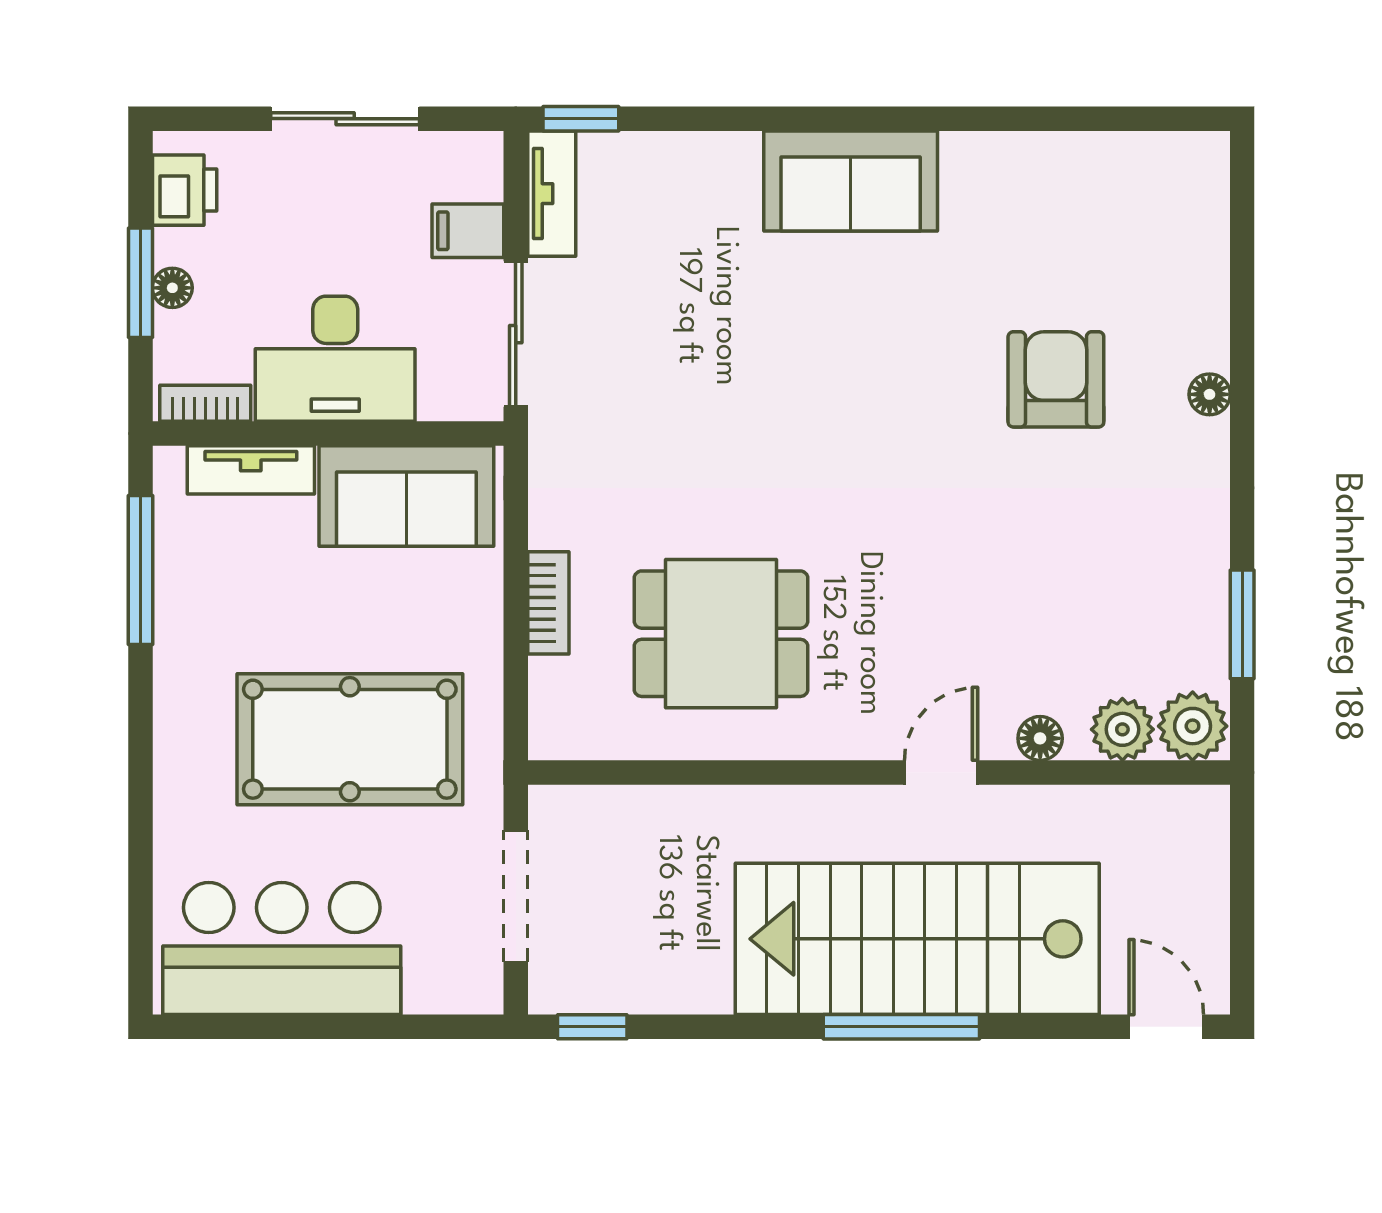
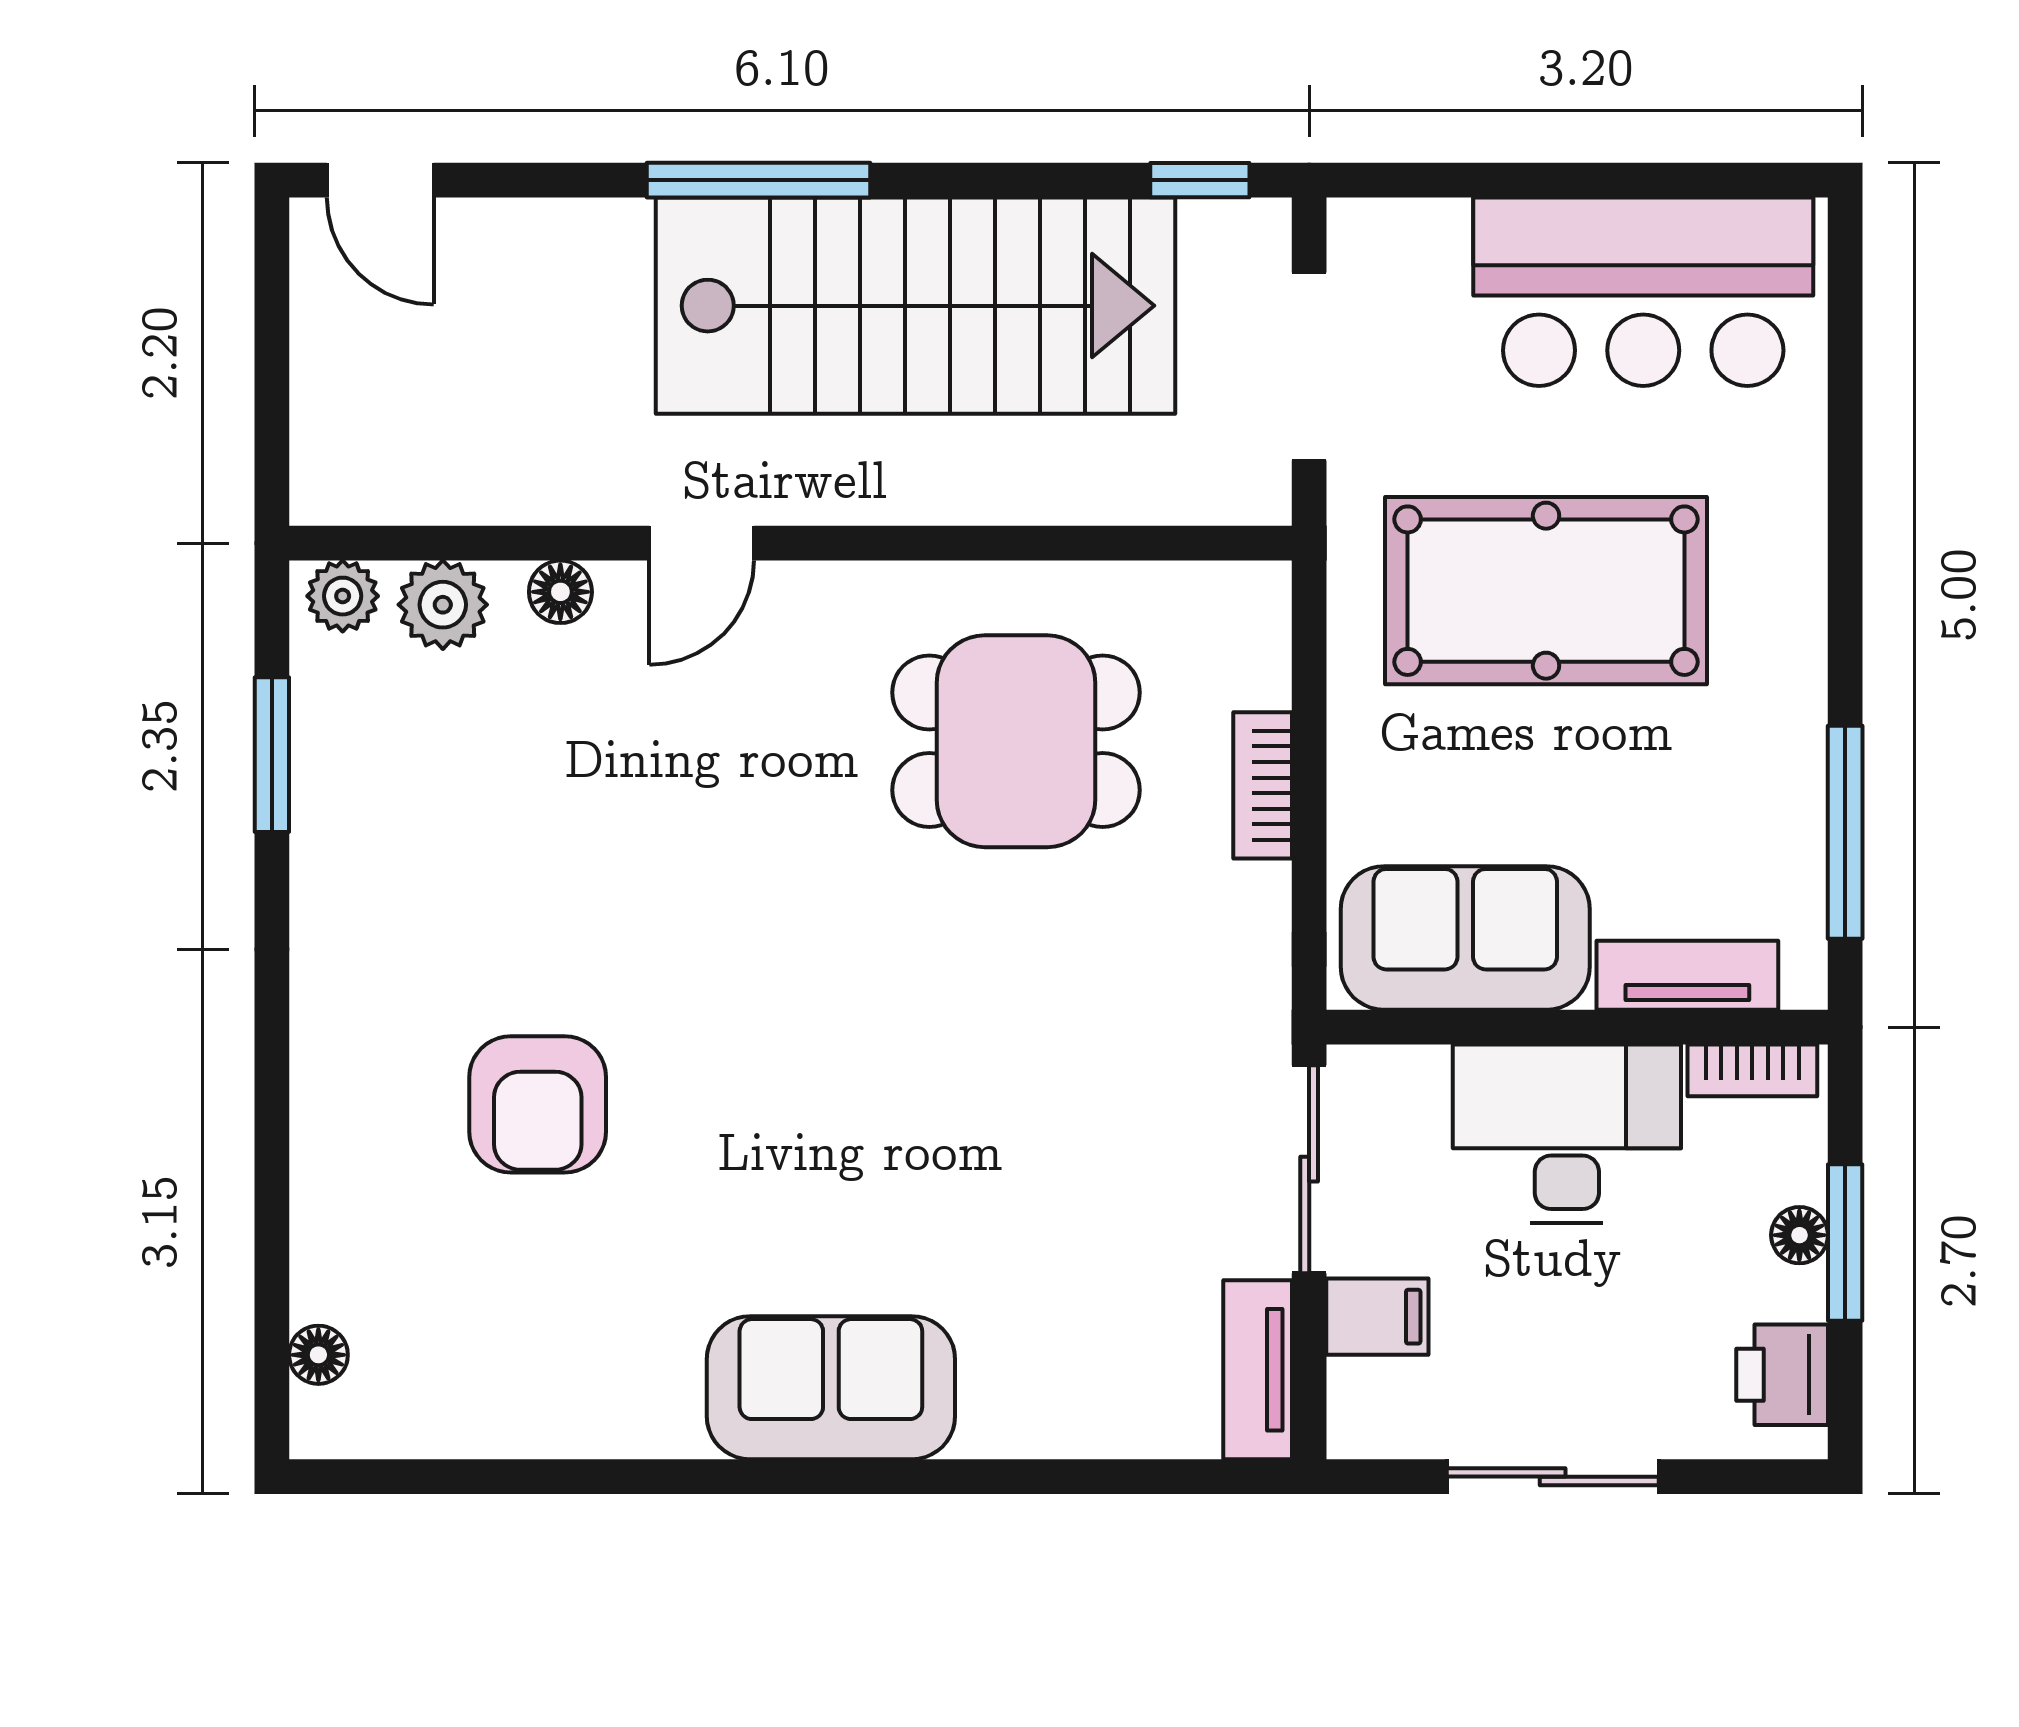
window: (581, 119) -> (1216, 1477), removed
floor lamp: (1210, 394) -> (318, 1355), moved
plant: (1193, 726) -> (343, 596), width x0.73, depth x0.73
stairs: (917, 939) -> (915, 306), moved

